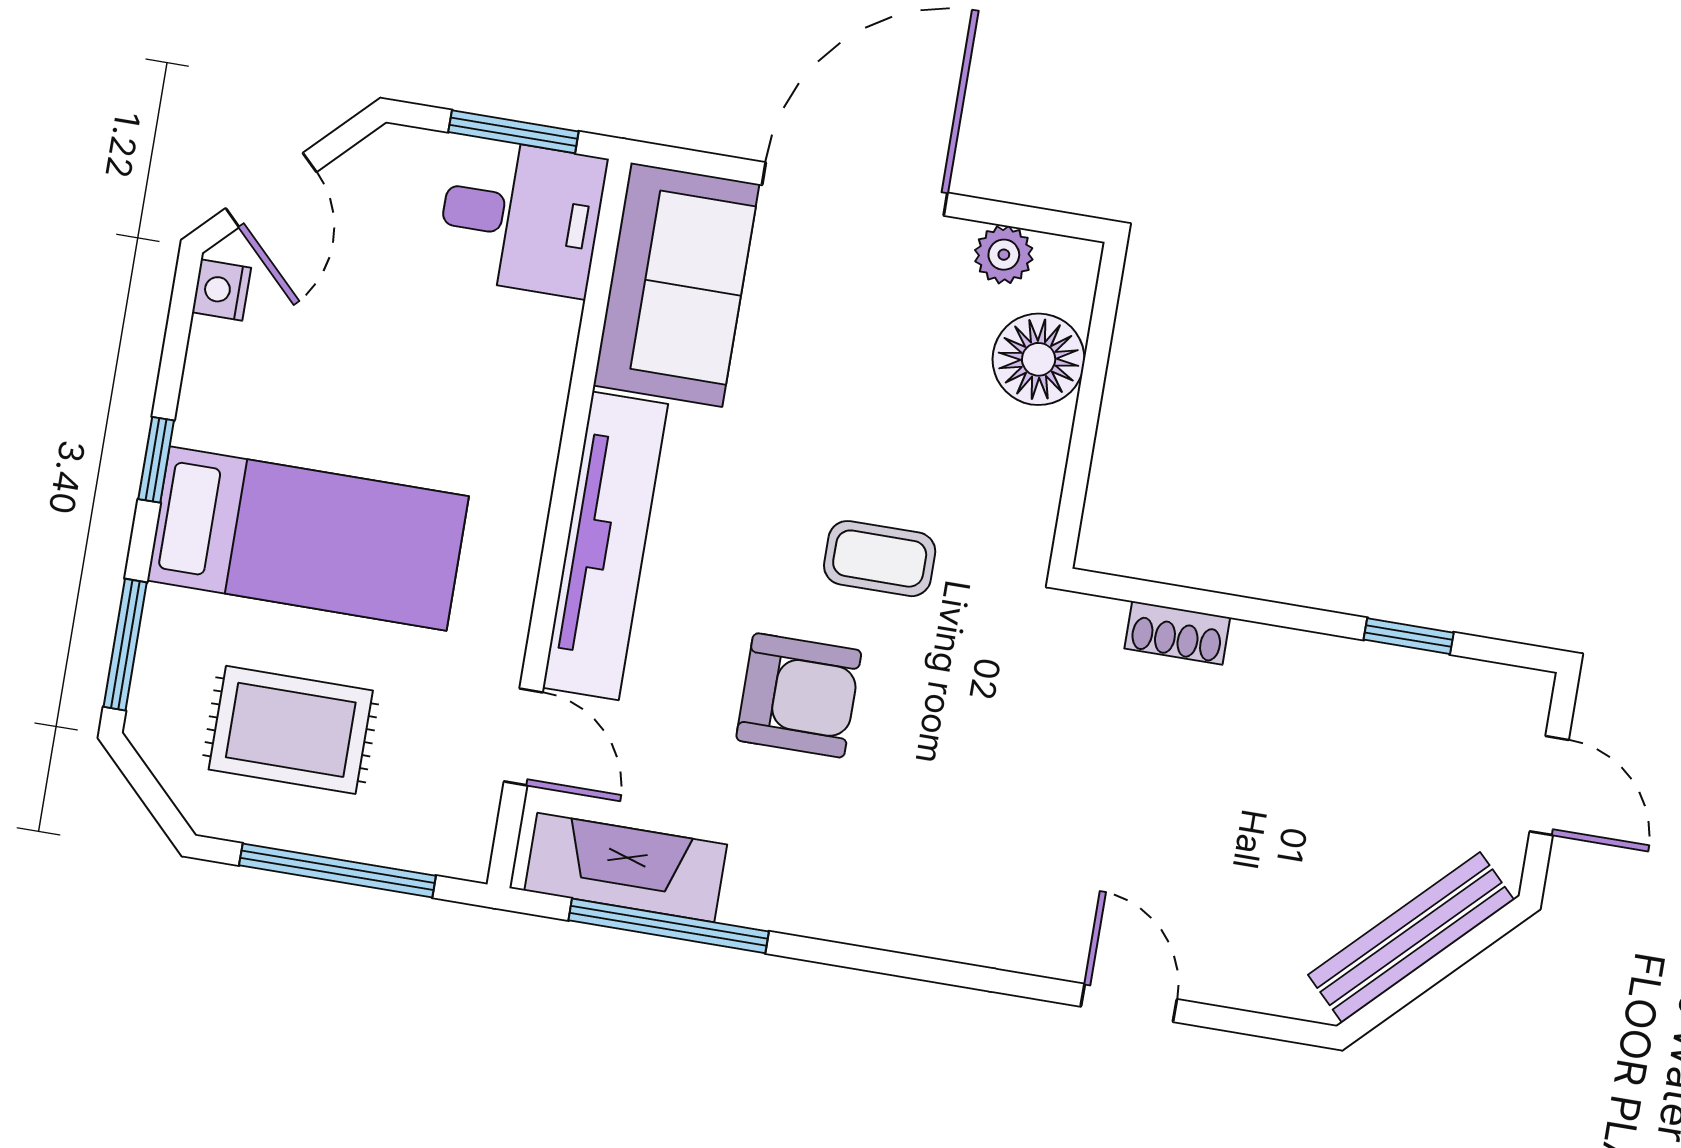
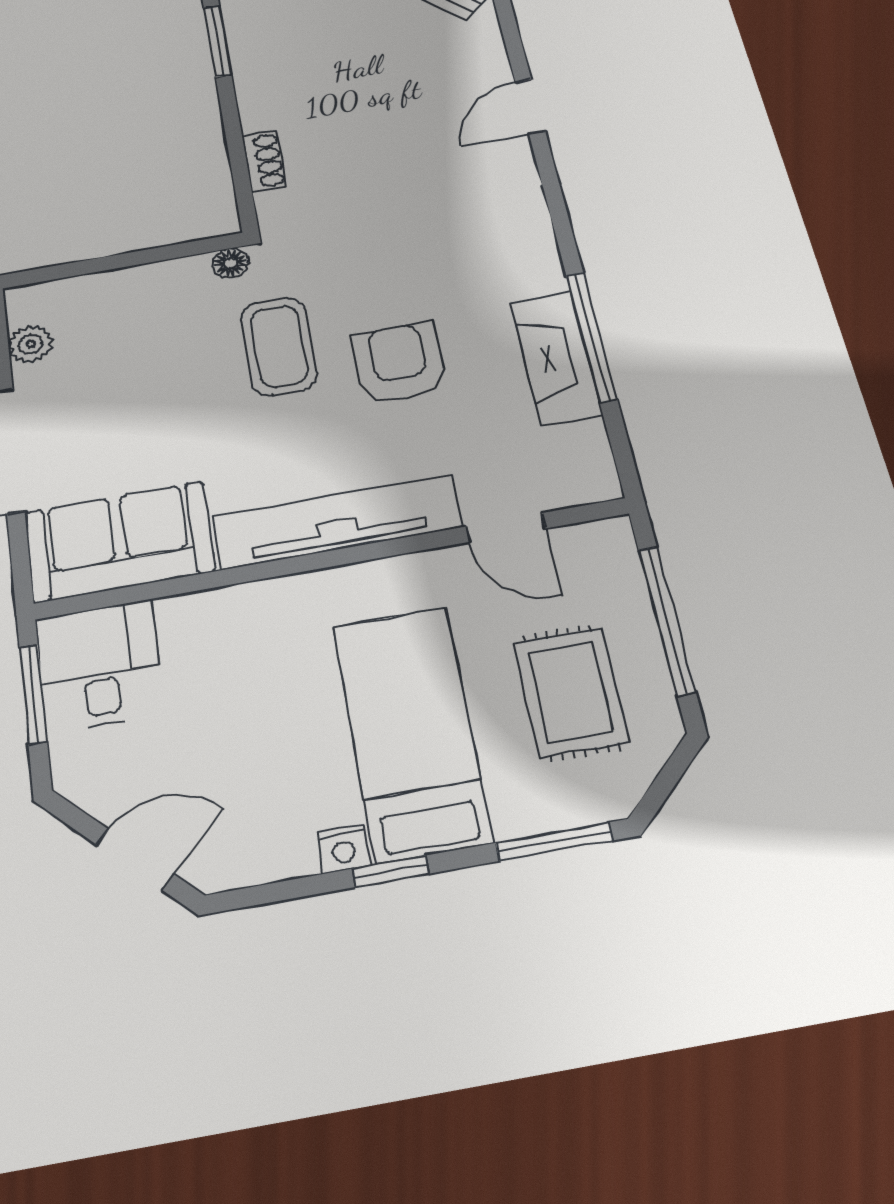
nightstand: (221, 290) -> (343, 849), moved
floor lamp: (1039, 359) -> (230, 263), moved, width x0.53, depth x0.53
coffee table: (880, 559) -> (279, 346), width x1.36, depth x1.30
window: (1409, 636) -> (218, 41), width x1.50
door: (523, 737) -> (505, 527), swing flipped
fireplace: (626, 867) -> (556, 358), moved
window: (669, 926) -> (591, 337), moved

